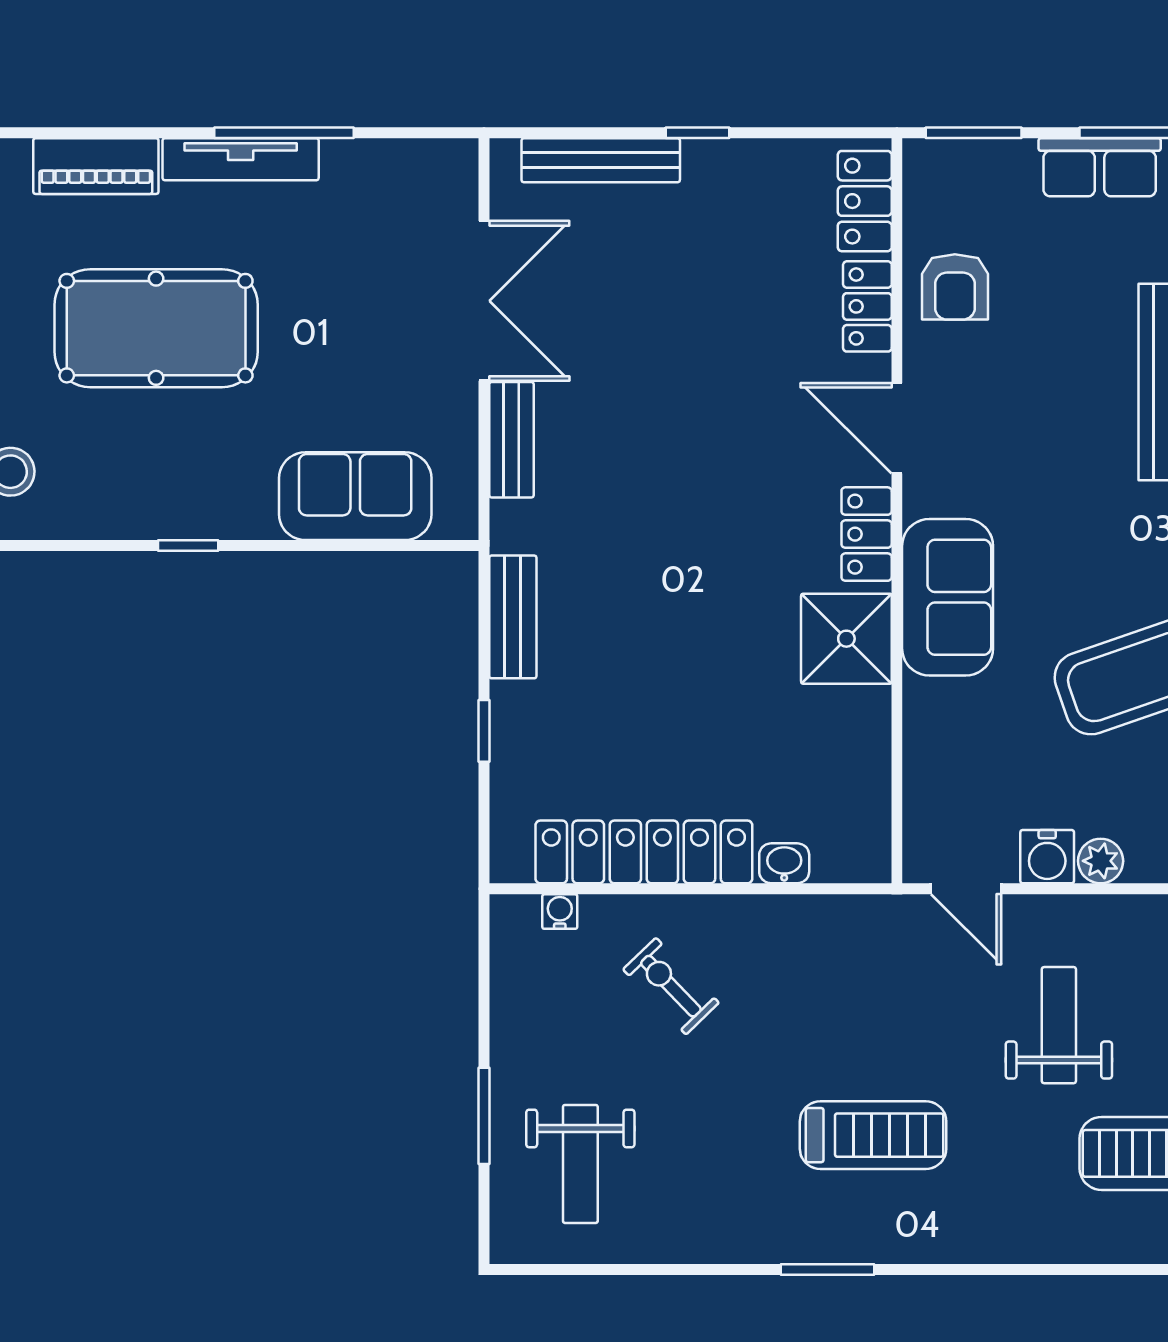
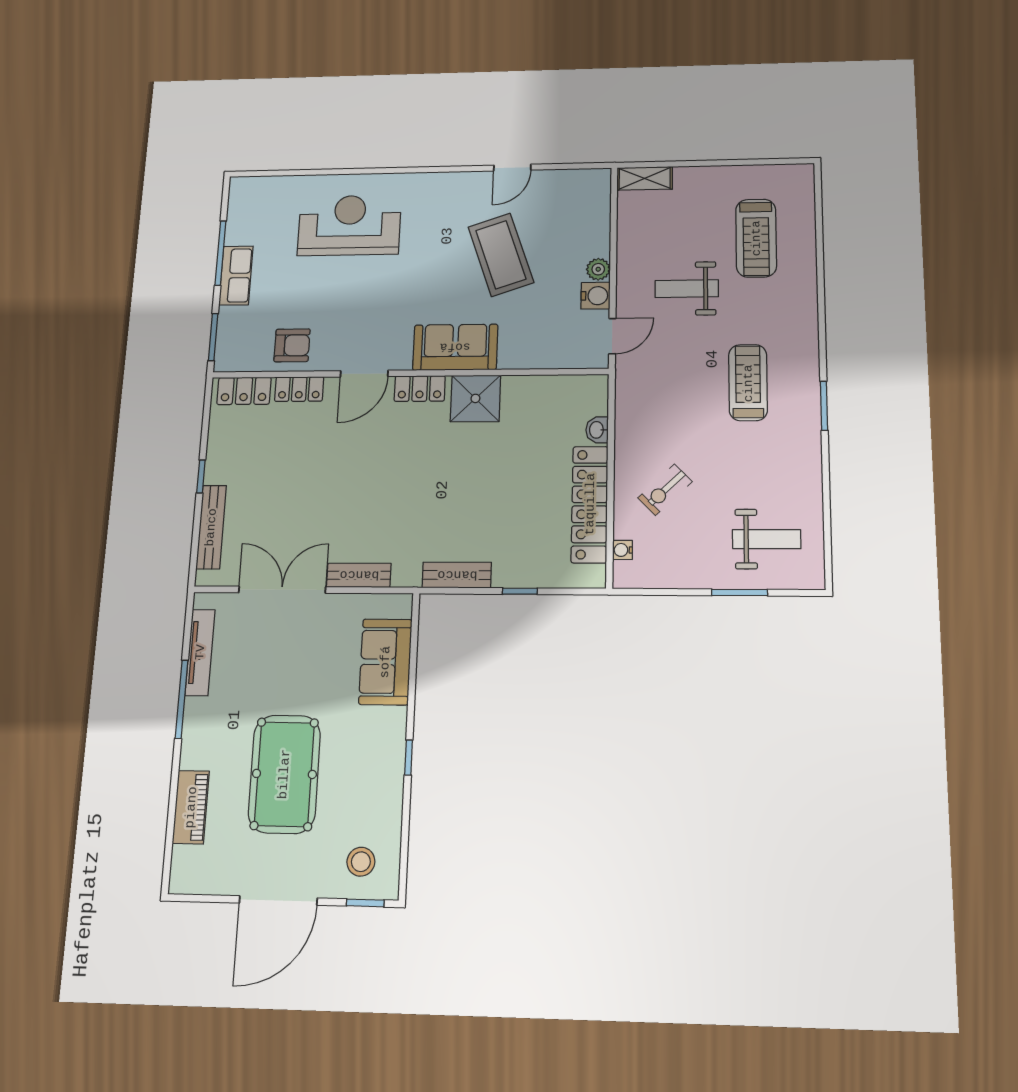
tv unit: (241, 159) -> (200, 652), moved

